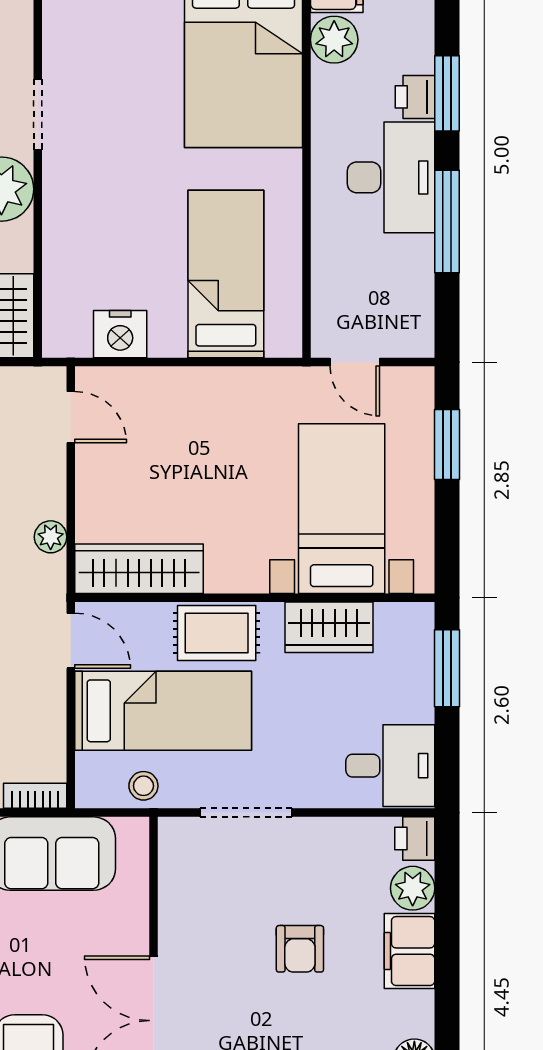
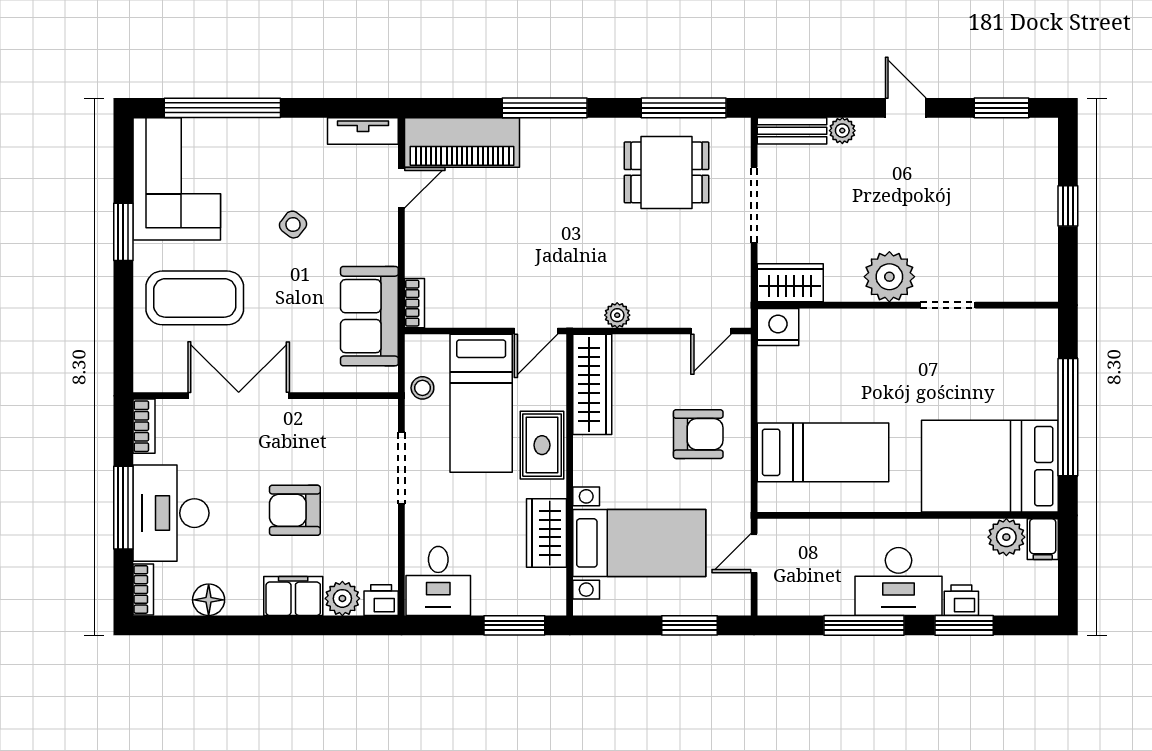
nightstand: (120, 334) -> (778, 327), moved, turned 90
armchair: (203, 433) -> (698, 434), added
armchair: (300, 949) -> (295, 510), width x1.38, depth x1.38

